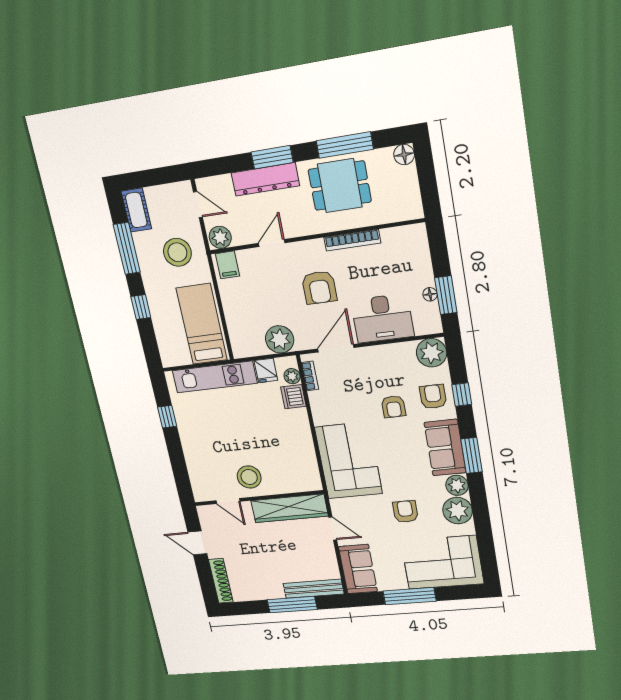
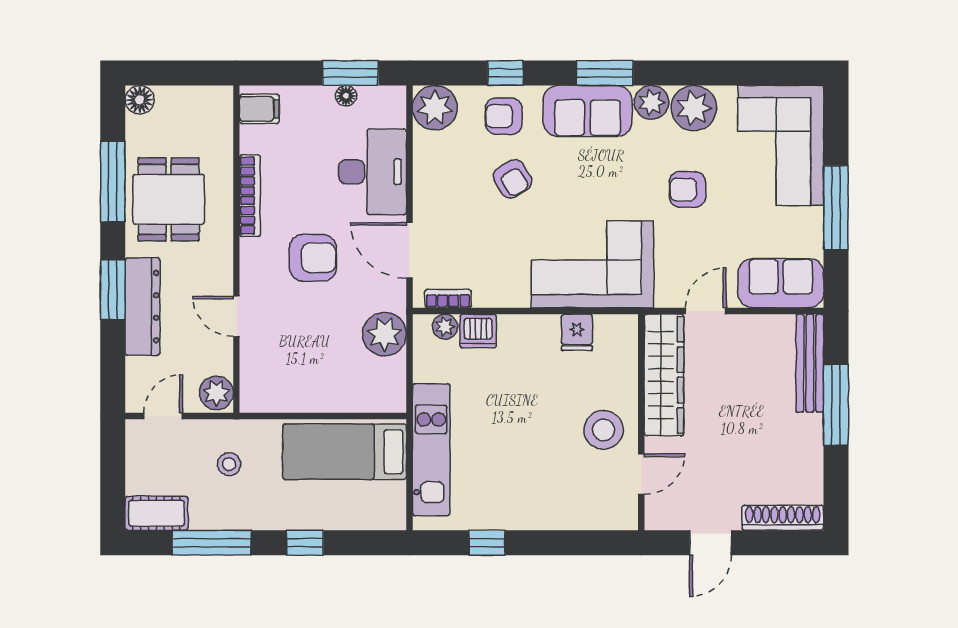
stool: (177, 252) -> (229, 464), width x0.53, depth x0.53
filing cabinet: (228, 265) -> (259, 109), moved
fridge: (266, 370) -> (577, 332), moved, turned 90
armchair: (393, 407) -> (513, 179), turned 58

